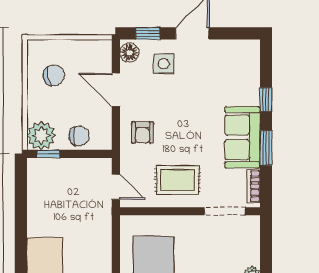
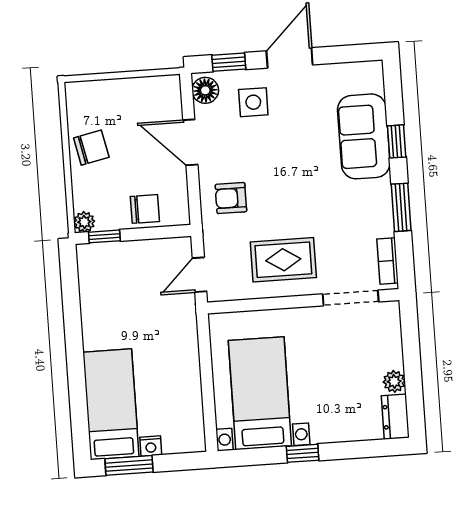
chair: (54, 75) -> (91, 148), moved
armchair: (142, 132) -> (231, 198), turned 90
plant: (41, 136) -> (84, 222), width x0.53, depth x0.53
sofa: (242, 137) -> (364, 136), moved
door: (116, 187) -> (200, 275), swing flipped

